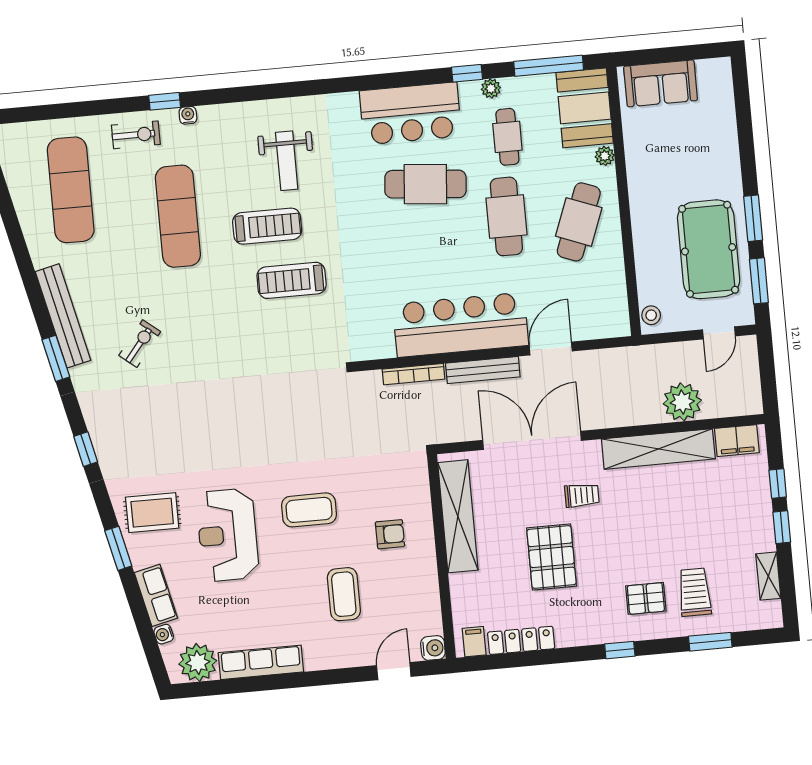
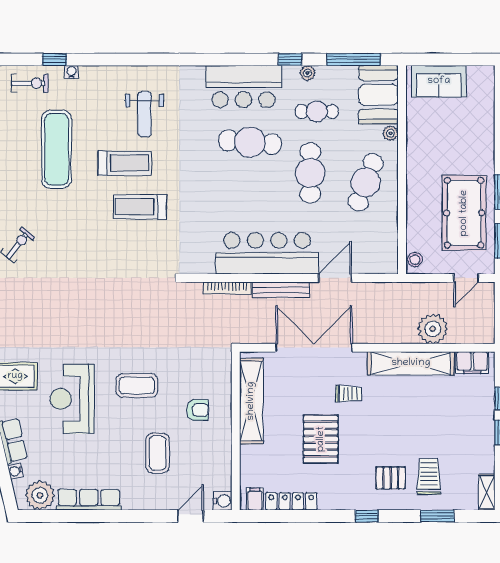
cafe table: (507, 137) -> (317, 112), turned 90
shelving: (768, 576) -> (487, 492), moved

